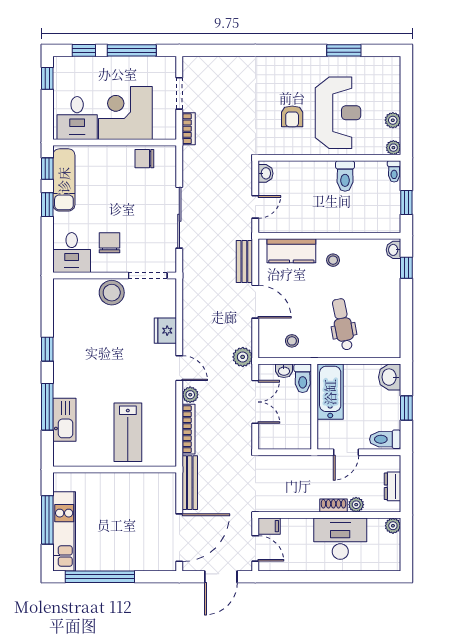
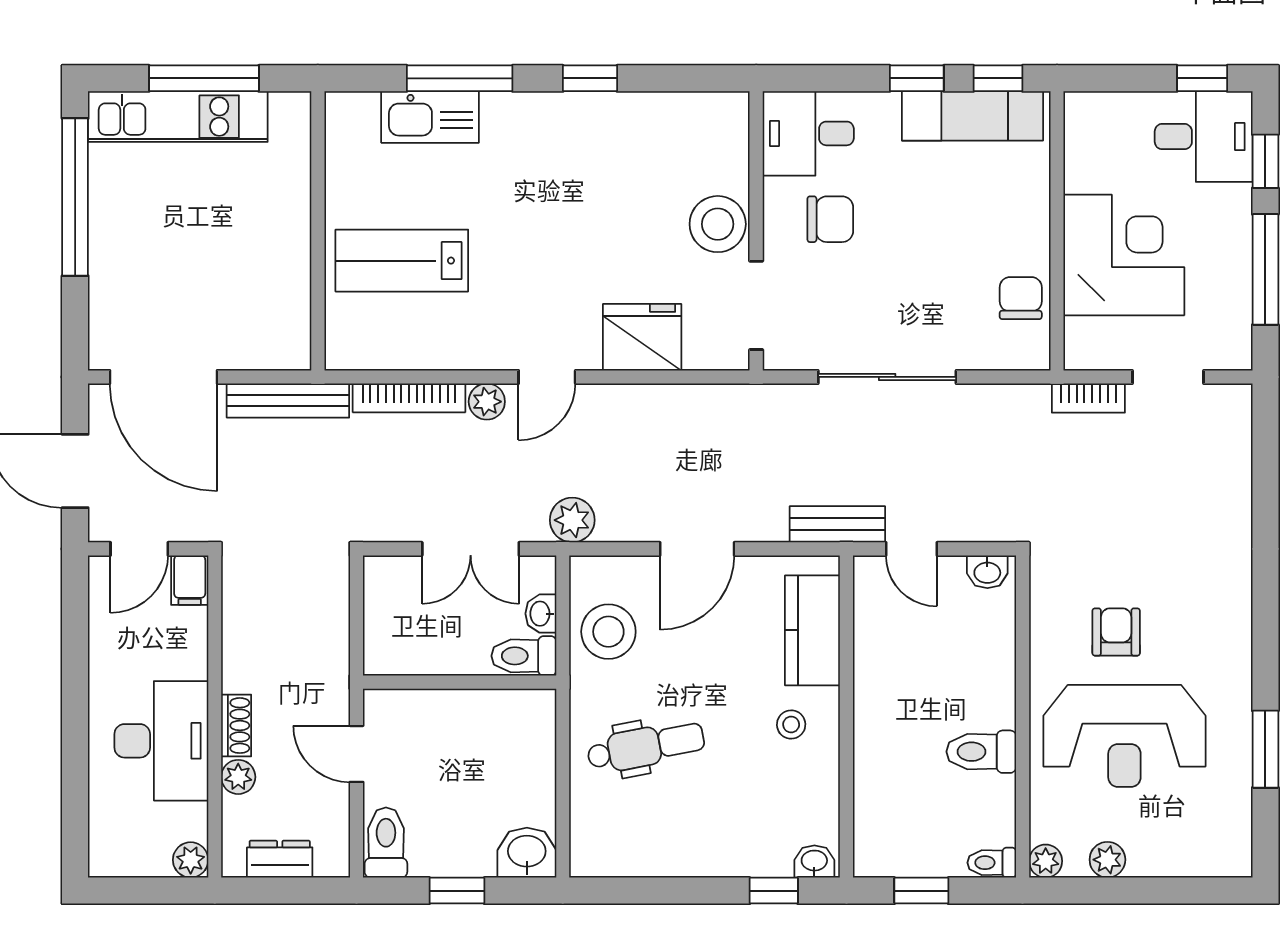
armchair: (292, 116) -> (1116, 632), turned 90
desk: (77, 118) -> (1204, 137), moved, turned 180
bench: (244, 262) -> (837, 524), moved
fridge: (165, 331) -> (642, 337), width x1.36, depth x1.34
stool: (292, 341) -> (608, 632), width x1.89, depth x1.89
bathtub: (330, 392) -> (494, 718), removed

